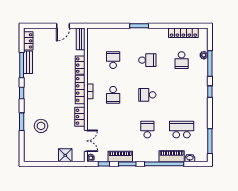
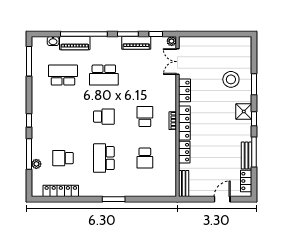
door: (63, 26) -> (222, 199), moved
school desk: (147, 60) -> (104, 158), width x1.85
school desk: (182, 60) -> (63, 158), turned -90
school desk: (147, 130) -> (104, 75), width x1.85
school desk: (182, 130) -> (63, 75), turned 180
shower: (65, 155) -> (244, 112), moved

